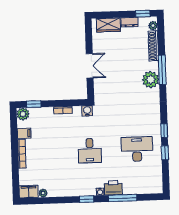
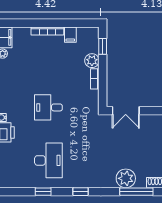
double door: (90, 66) -> (126, 111), moved
water cooler: (87, 111) -> (93, 106), removed
plant: (23, 114) -> (92, 61), moved
window: (164, 131) -> (81, 192), moved

